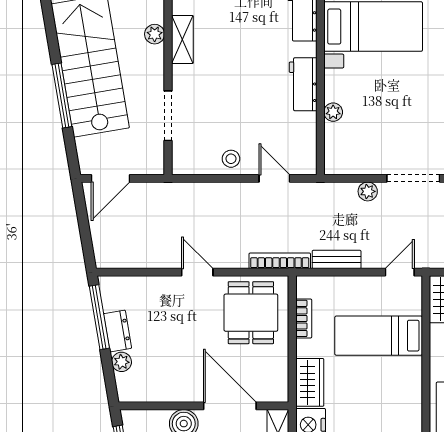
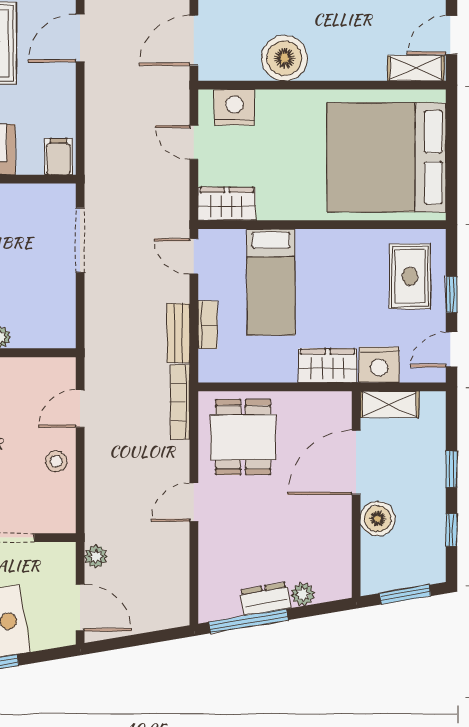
plant: (368, 191) -> (96, 556), moved
dining table: (251, 313) -> (243, 437), turned 90
bookcase: (304, 318) -> (208, 325), moved, turned 90

